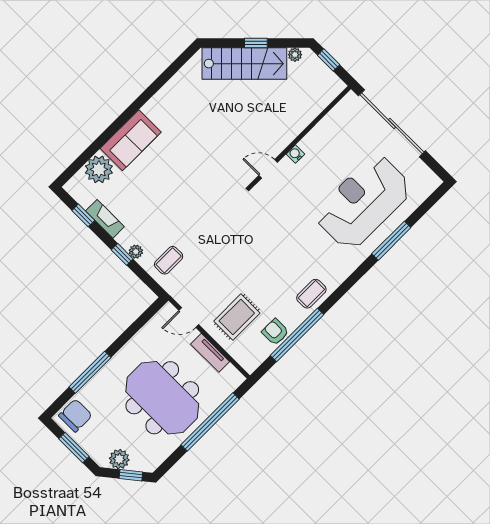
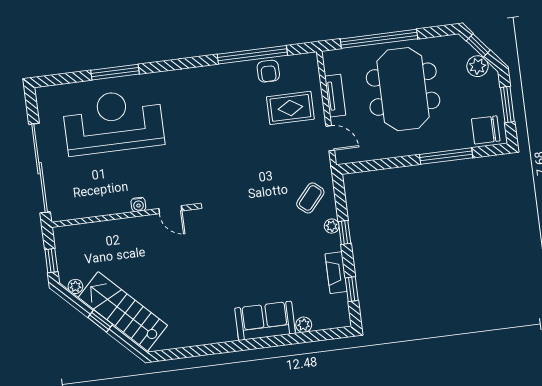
plant: (99, 169) -> (304, 325), width x0.53, depth x0.53
reception desk: (363, 202) -> (113, 122), turned 180
coffee table: (169, 260) -> (310, 198), turned -49
coffee table: (311, 294) -> (214, 80), removed

